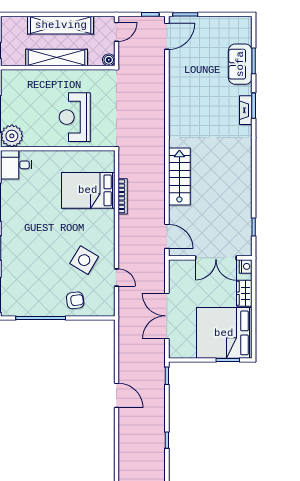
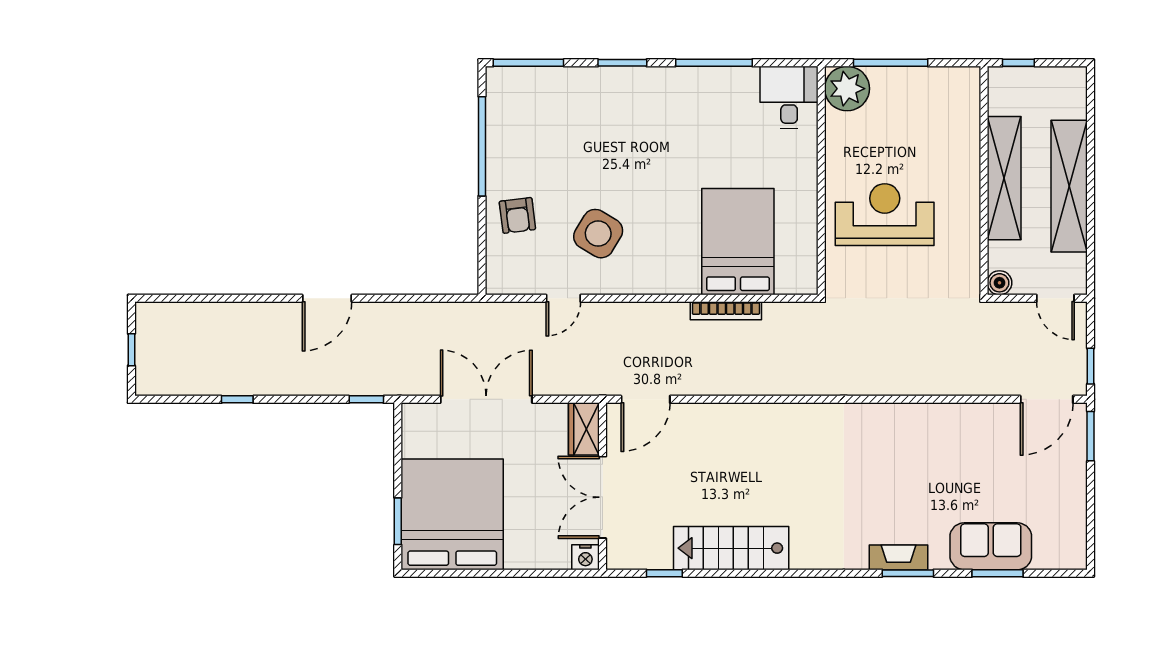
door: (167, 36) -> (1047, 399), hinge flipped
stairs: (179, 176) -> (731, 548), moved, turned 180
wardrobe: (244, 293) -> (584, 429), moved, turned -90

